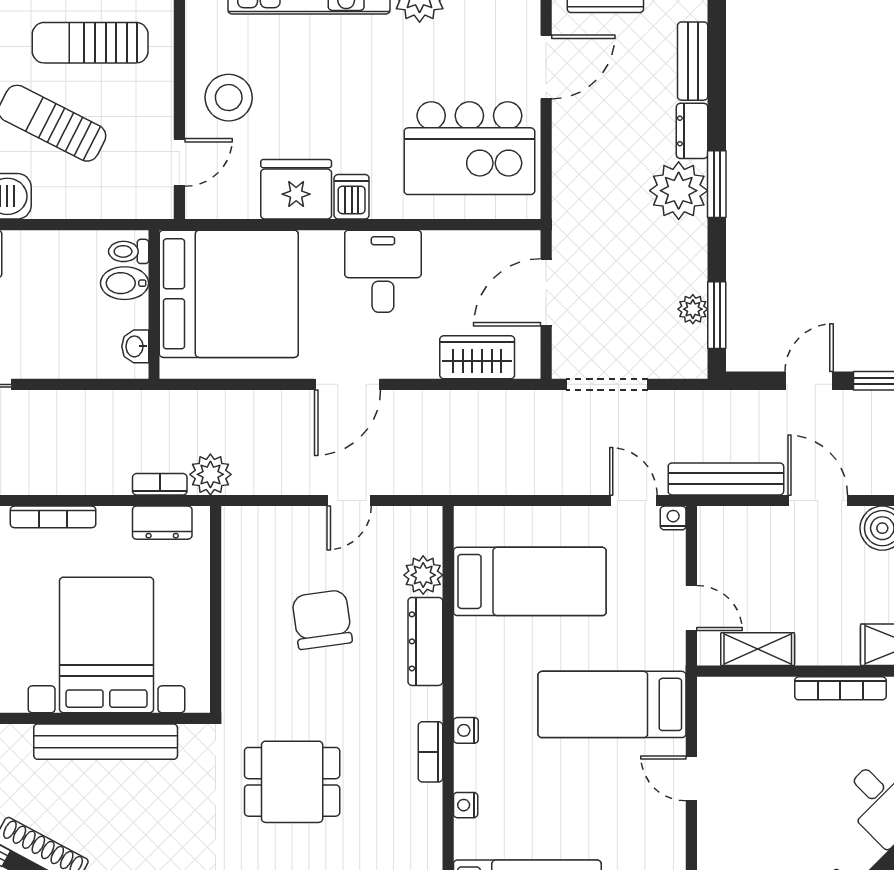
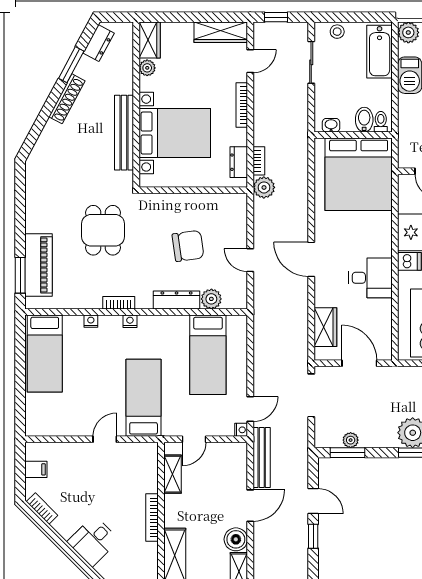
toilet: (129, 251) -> (381, 122), moved
bidet: (125, 283) -> (364, 120), moved
bed: (229, 294) -> (359, 174), moved
wall: (154, 304) -> (353, 135), moved
washbasin: (135, 346) -> (331, 125), moved

